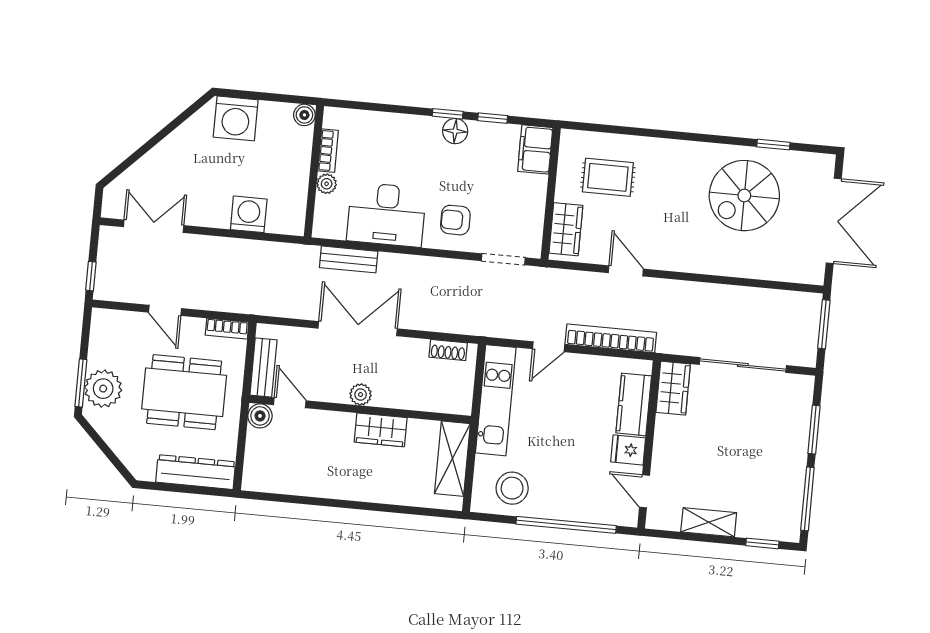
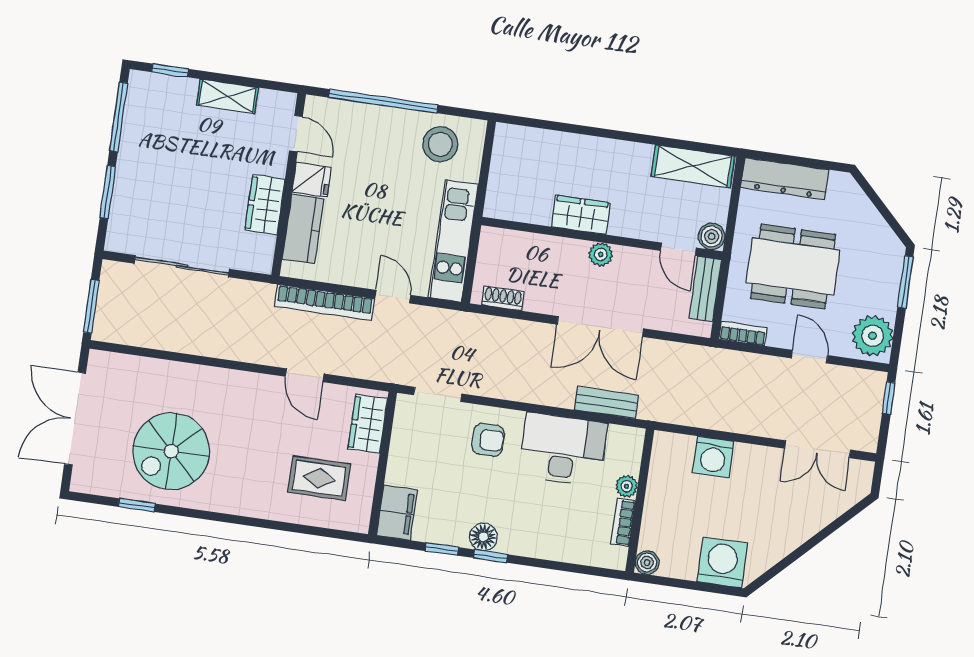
spiral stairs: (744, 196) -> (171, 451), turned 180
door: (549, 347) -> (393, 297), hinge flipped
wardrobe: (673, 388) -> (265, 205), moved
plant: (103, 389) -> (873, 336), moved
shelving: (452, 459) -> (693, 166), moved, turned 90

